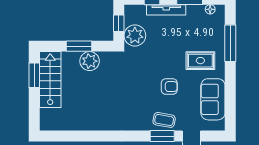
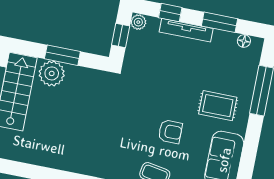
plant: (135, 35) -> (138, 22), moved, width x0.53, depth x0.53
plant: (90, 61) -> (52, 73), moved

